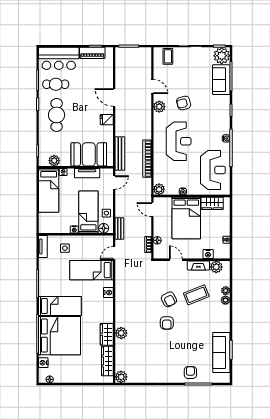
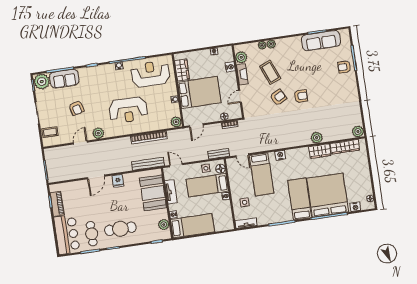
armchair: (184, 103) -> (77, 108), moved
reception desk: (179, 141) -> (128, 110), turned 180

